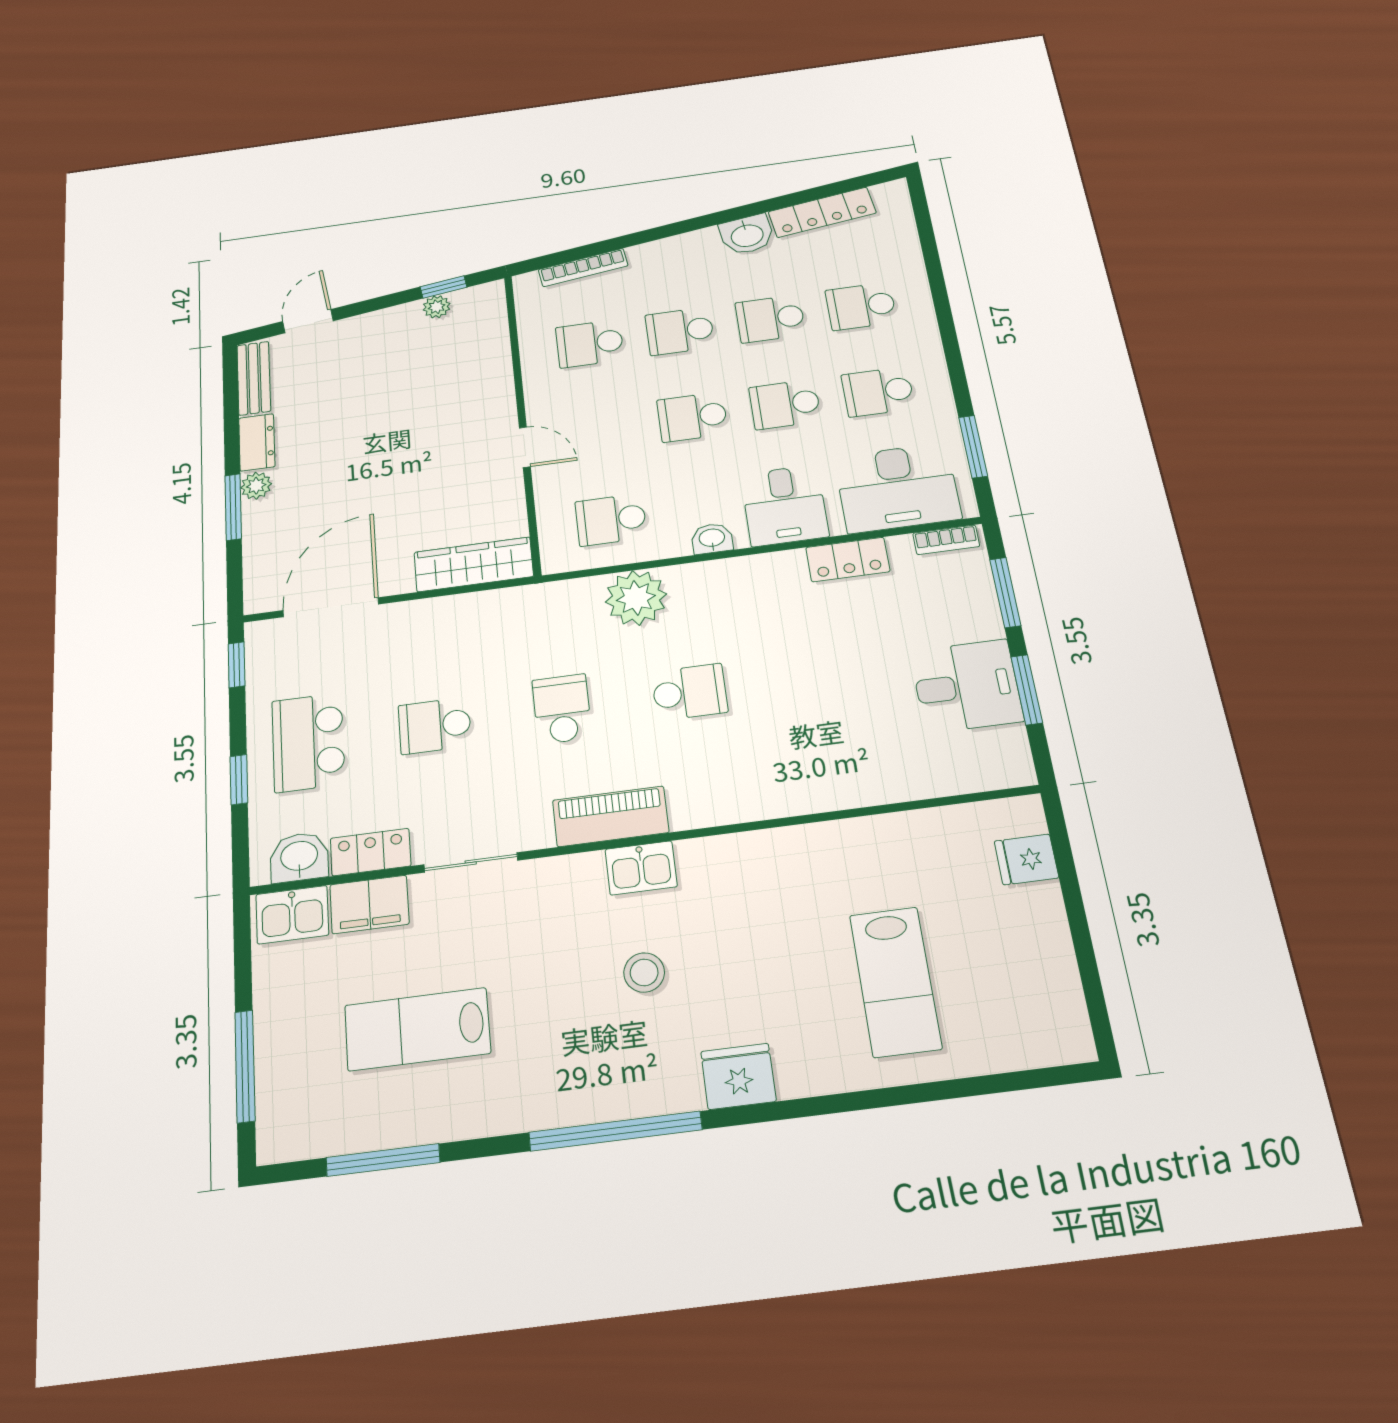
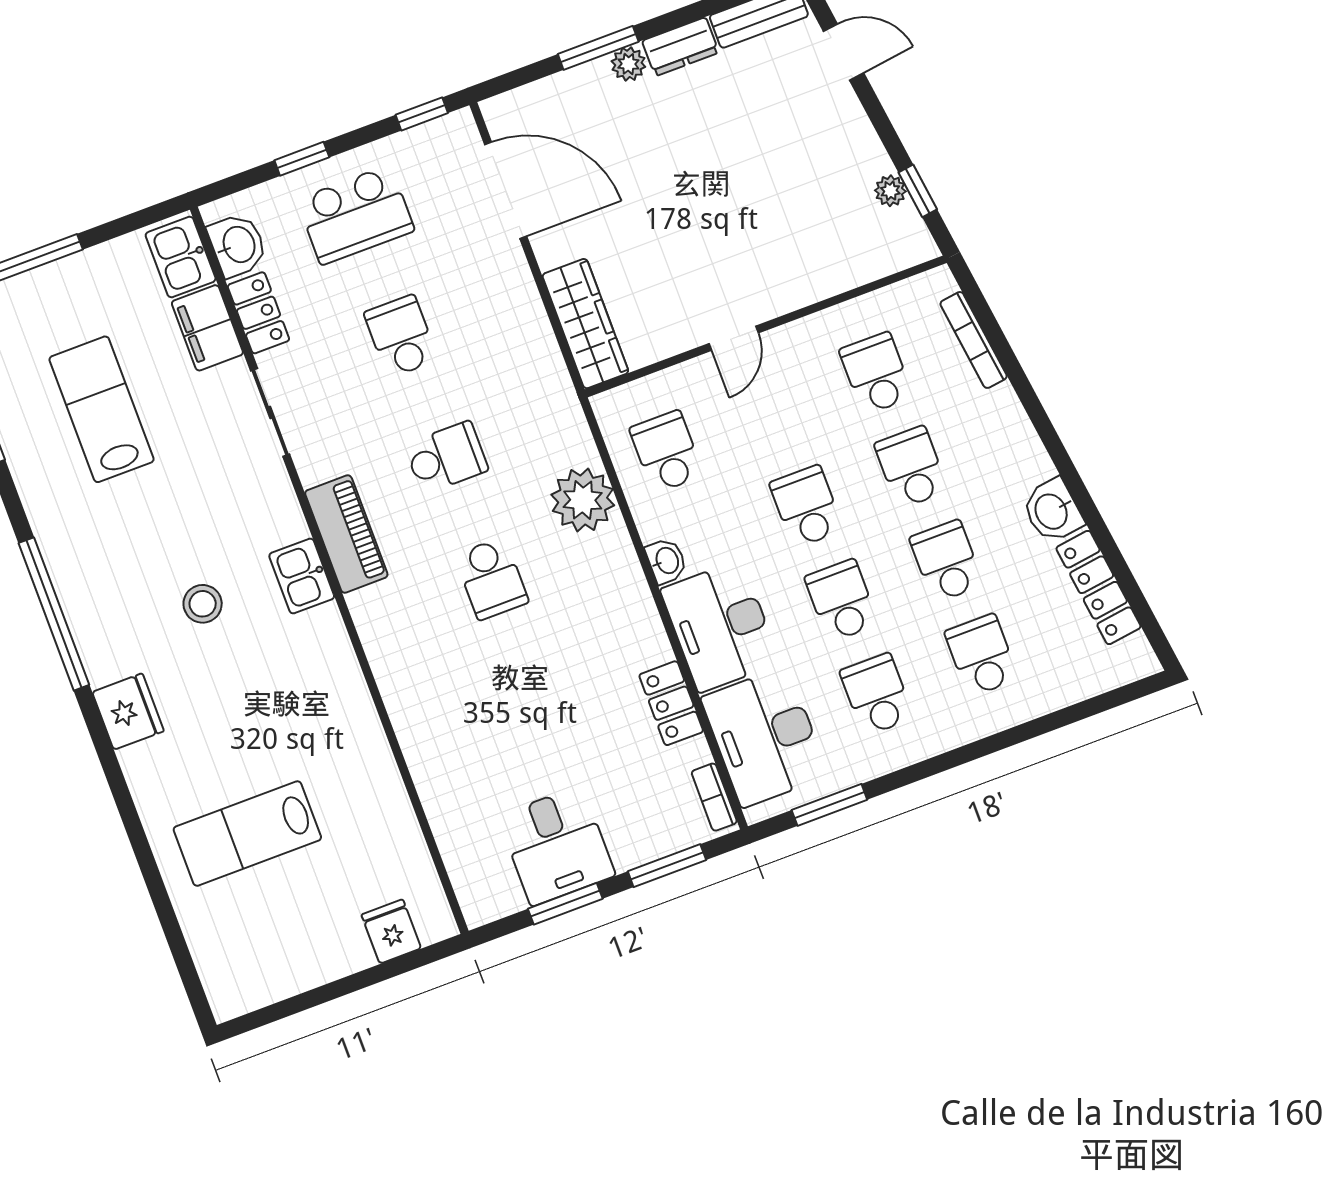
desk: (784, 505) -> (720, 626), width x1.37
school desk: (308, 742) -> (356, 215), turned 180

